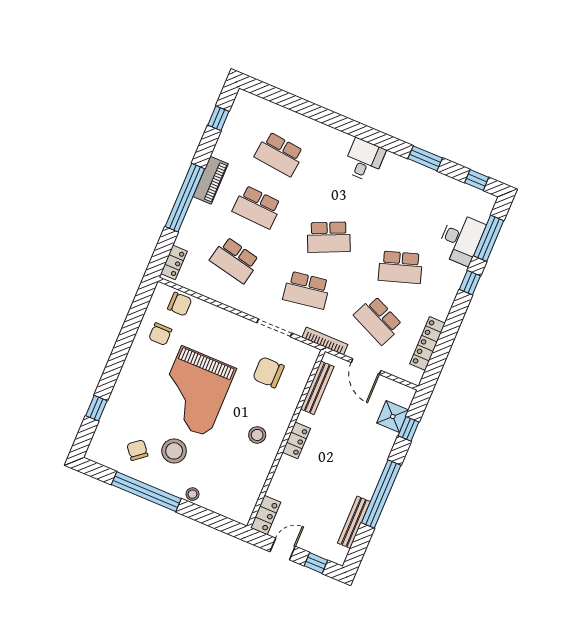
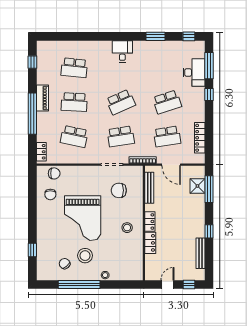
school desk: (378, 320) -> (167, 136), turned -33
window: (409, 429) -> (209, 189), width x2.17
window: (381, 494) -> (209, 231), width x0.32
locker: (266, 515) -> (150, 243), moved

